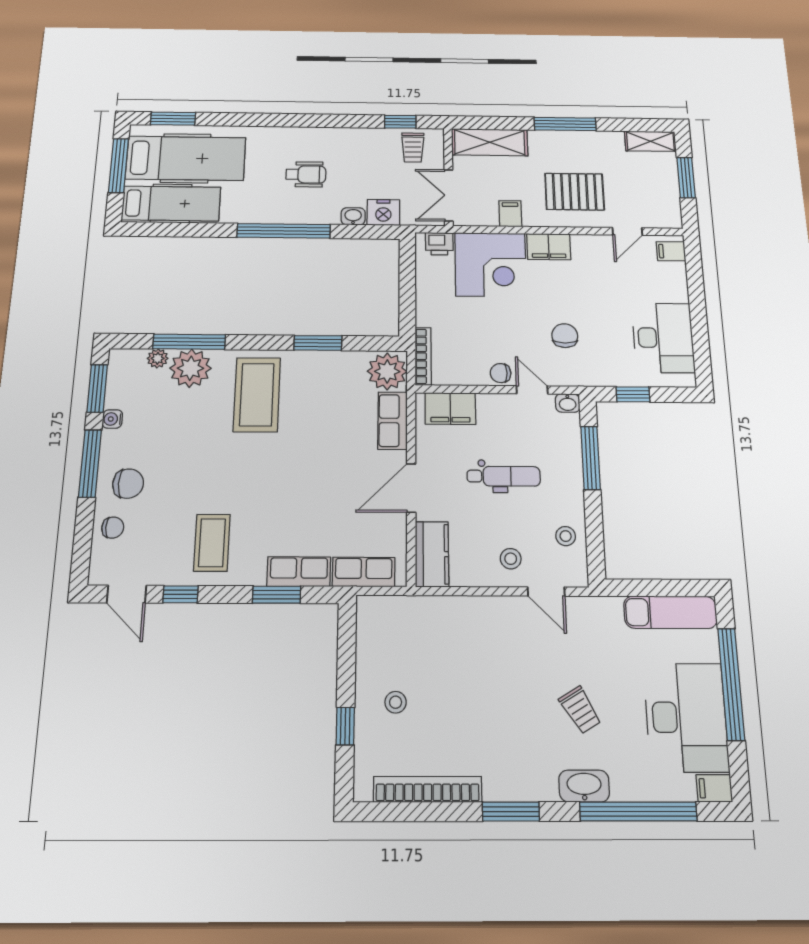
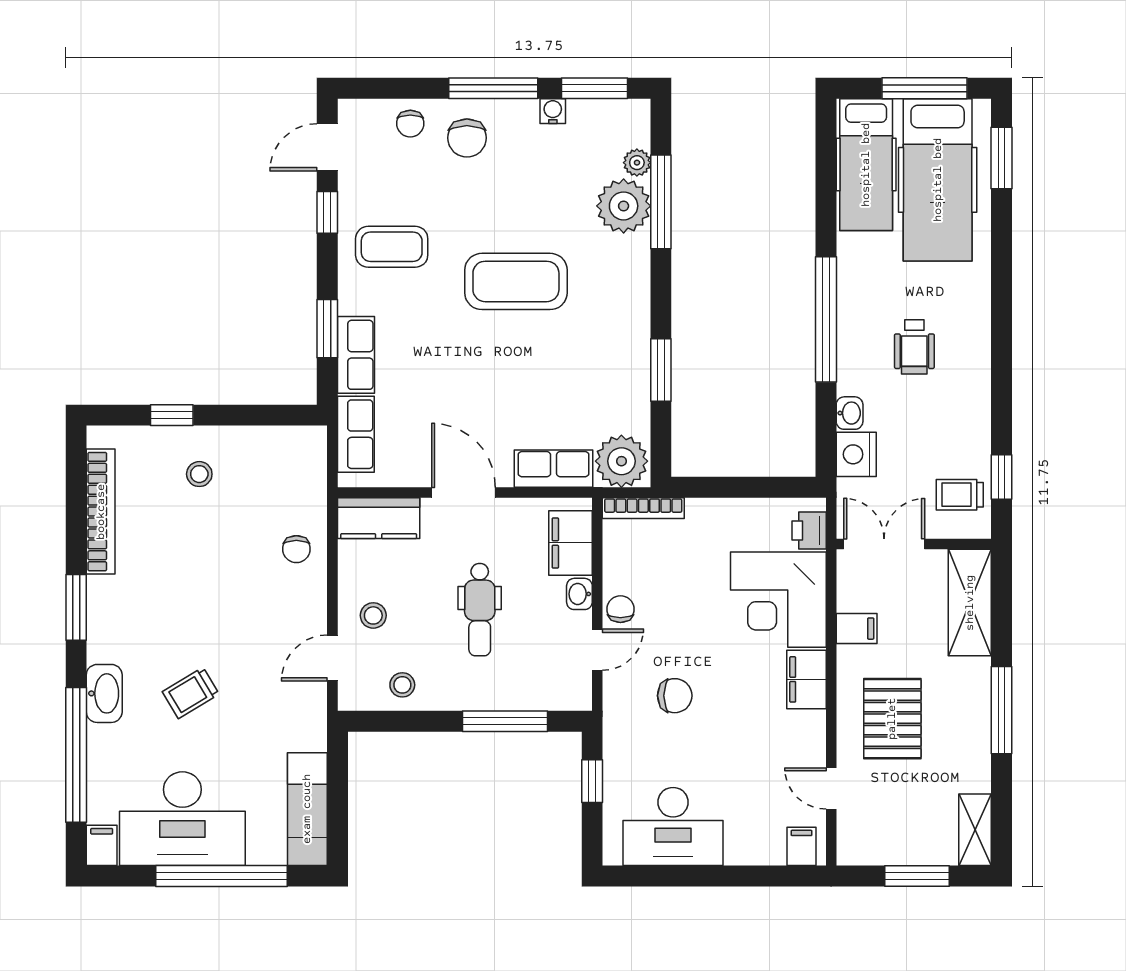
coffee table: (257, 395) -> (516, 281), moved
washbasin: (568, 403) -> (579, 594), moved
chair: (458, 621) -> (296, 549), added

